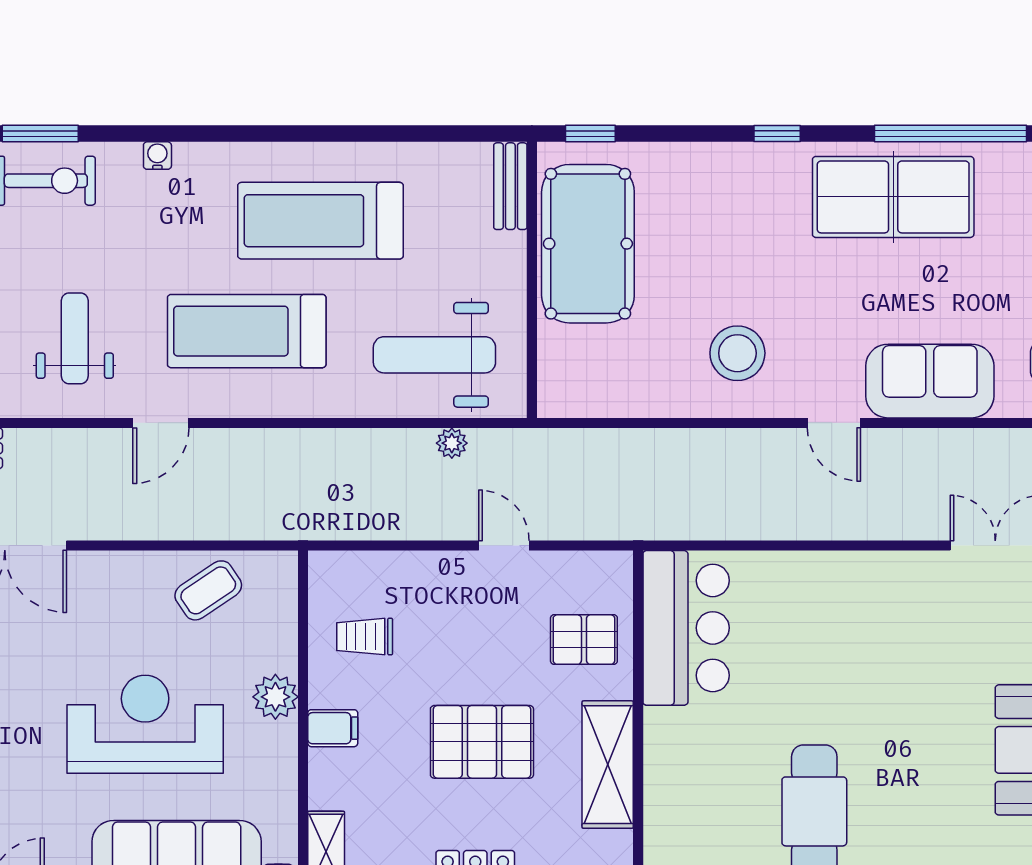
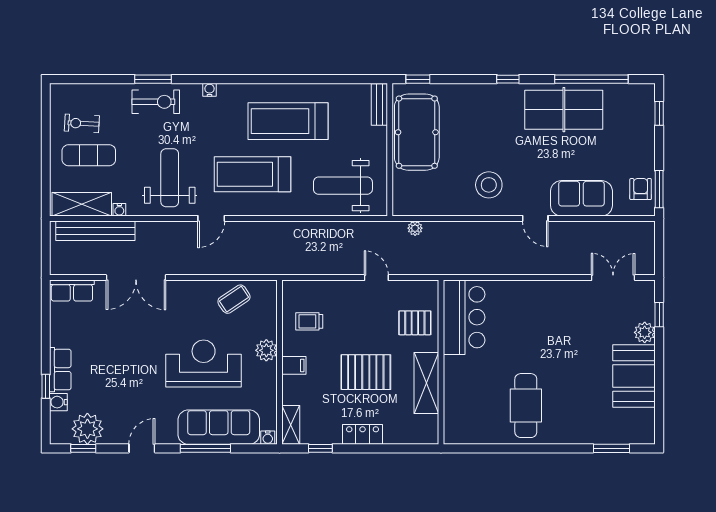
weight bench: (75, 338) -> (170, 178), width x1.36, depth x1.33
plant: (452, 443) -> (415, 228), moved

